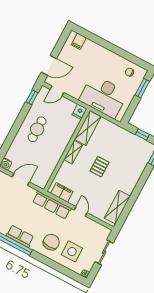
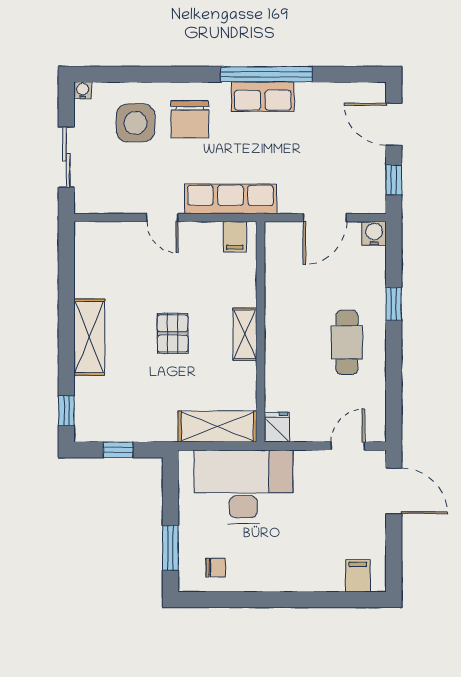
door: (49, 65) -> (394, 491), swing flipped
window: (32, 97) -> (394, 304), moved
shelving: (88, 128) -> (217, 427), moved, turned 90
filing cabinet: (62, 192) -> (235, 237), width x0.50
shelving: (117, 207) -> (89, 337), moved

